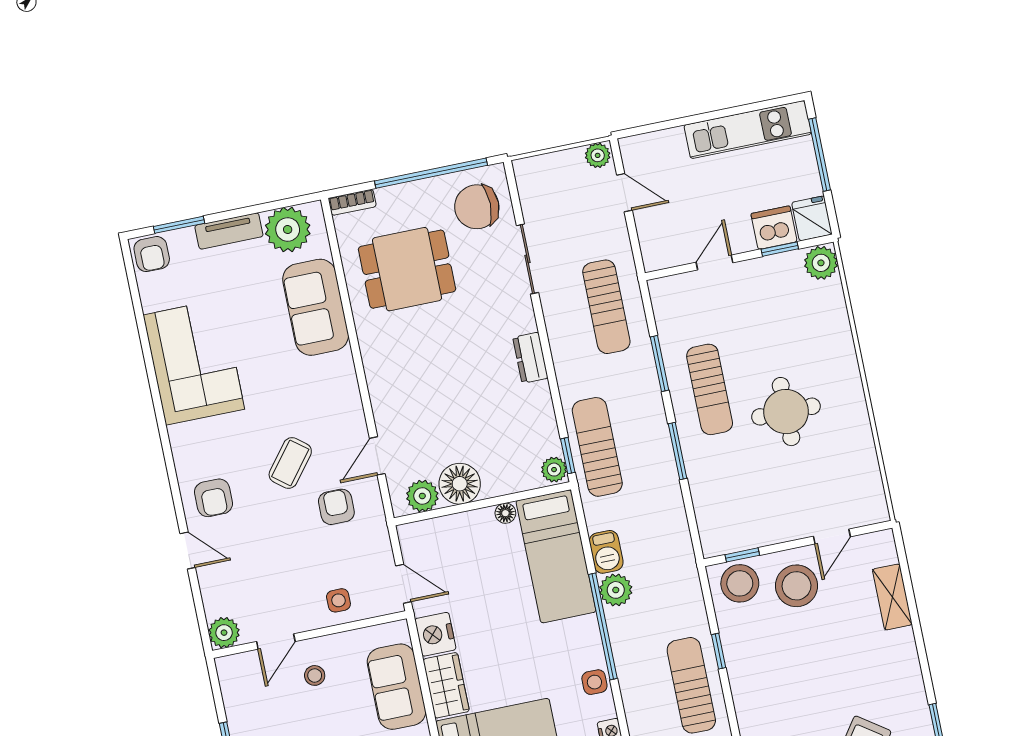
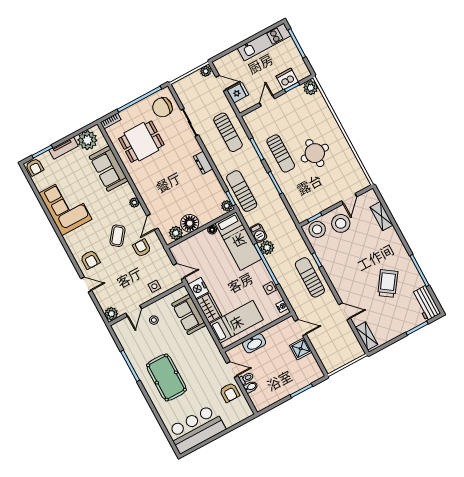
fridge: (812, 218) -> (238, 93), moved, turned 90
plant: (350, 400) -> (134, 203), added

